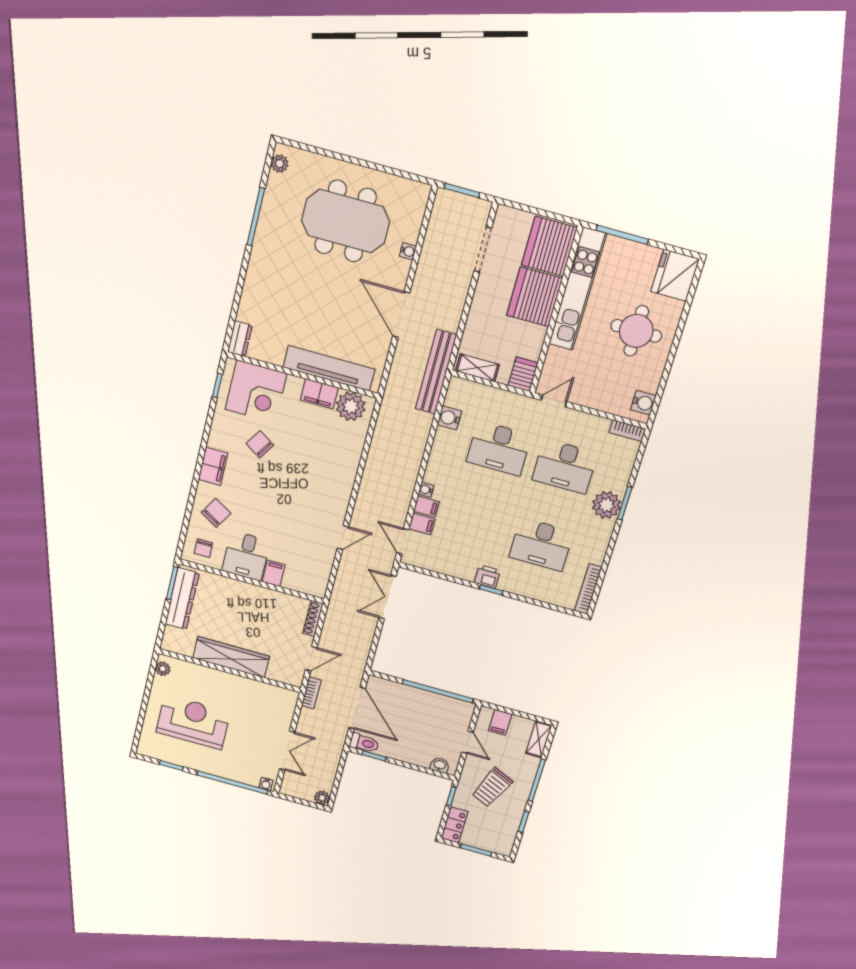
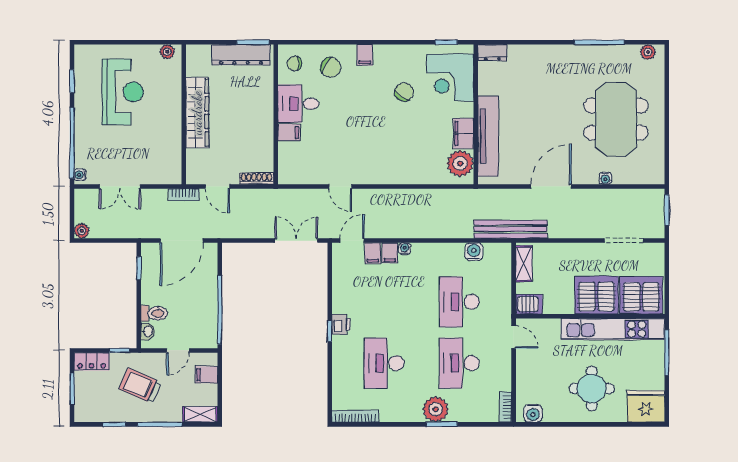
filing cabinet: (213, 466) -> (365, 55), width x0.50
toilet: (364, 743) -> (154, 313), moved, turned -90

